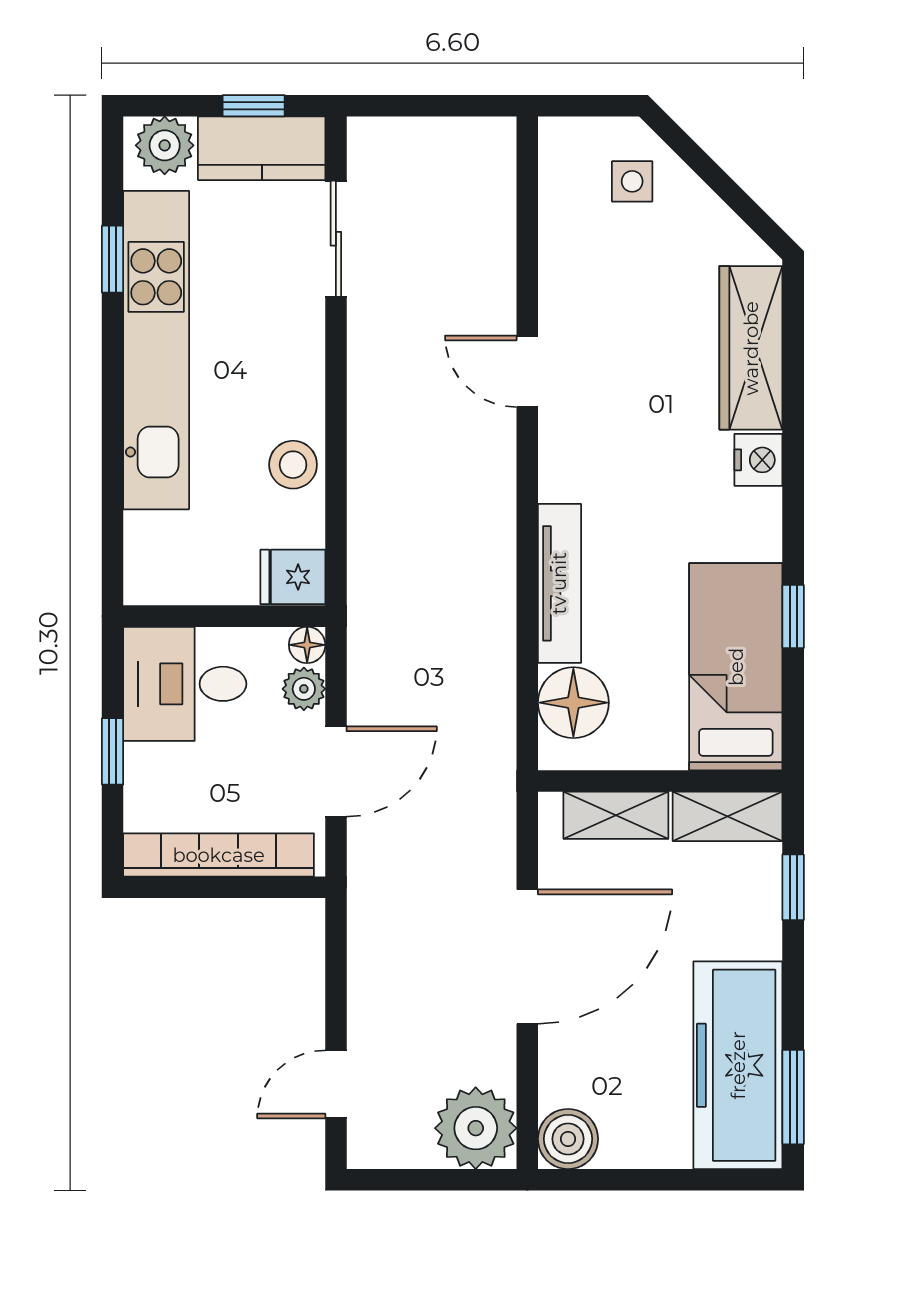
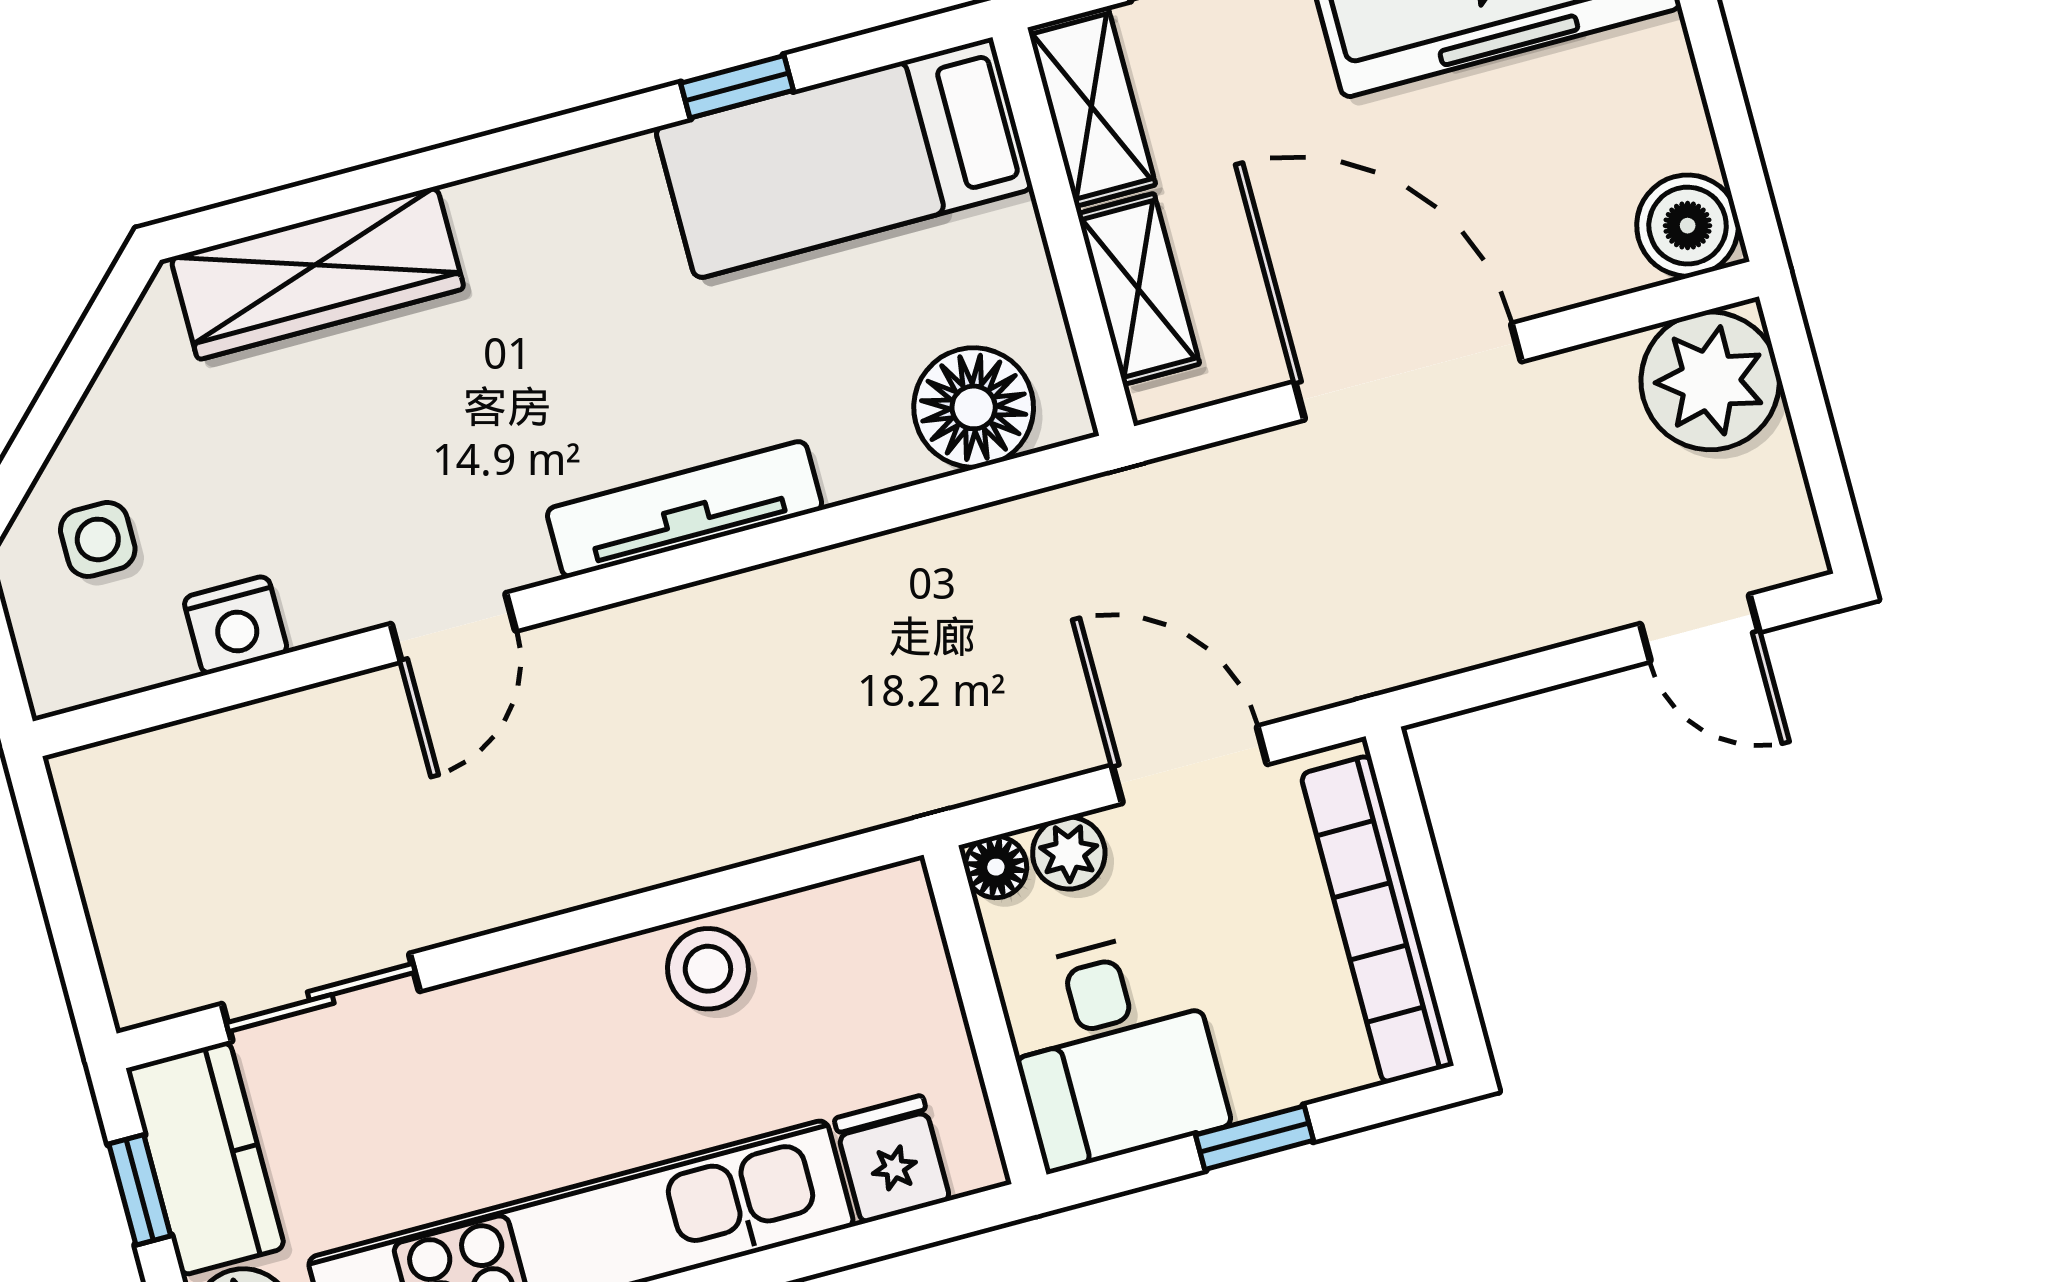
nightstand: (758, 460) -> (236, 625), moved, turned 180
fridge: (293, 577) -> (892, 1159), moved, turned 180
tv unit: (559, 583) -> (685, 509), moved

